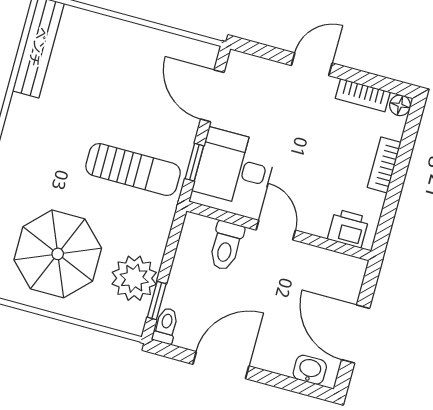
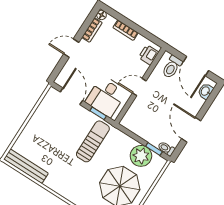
door: (312, 64) -> (71, 48), hinge flipped
door: (212, 96) -> (71, 96), swing flipped
toilet: (226, 246) -> (172, 67), moved, turned 90
door: (356, 334) -> (196, 66), hinge flipped

